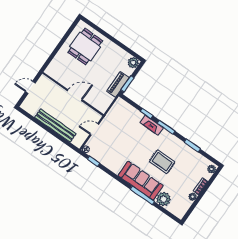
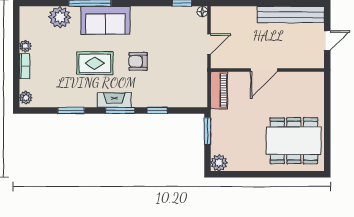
dining table: (85, 47) -> (294, 141), width x1.37
piano: (118, 84) -> (219, 90), moved
bench: (55, 125) -> (291, 15), moved
fireplace: (152, 125) -> (114, 100), moved
armchair: (138, 147) -> (138, 61), added
sofa: (141, 181) -> (105, 20), width x0.73

